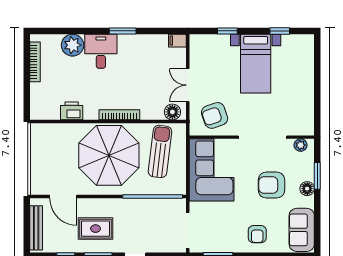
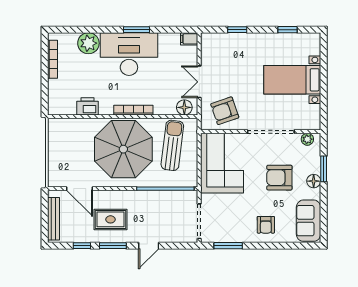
desk: (101, 51) -> (129, 54), width x1.87, depth x1.30
bed with nightstands: (256, 64) -> (292, 80), moved, turned 90

